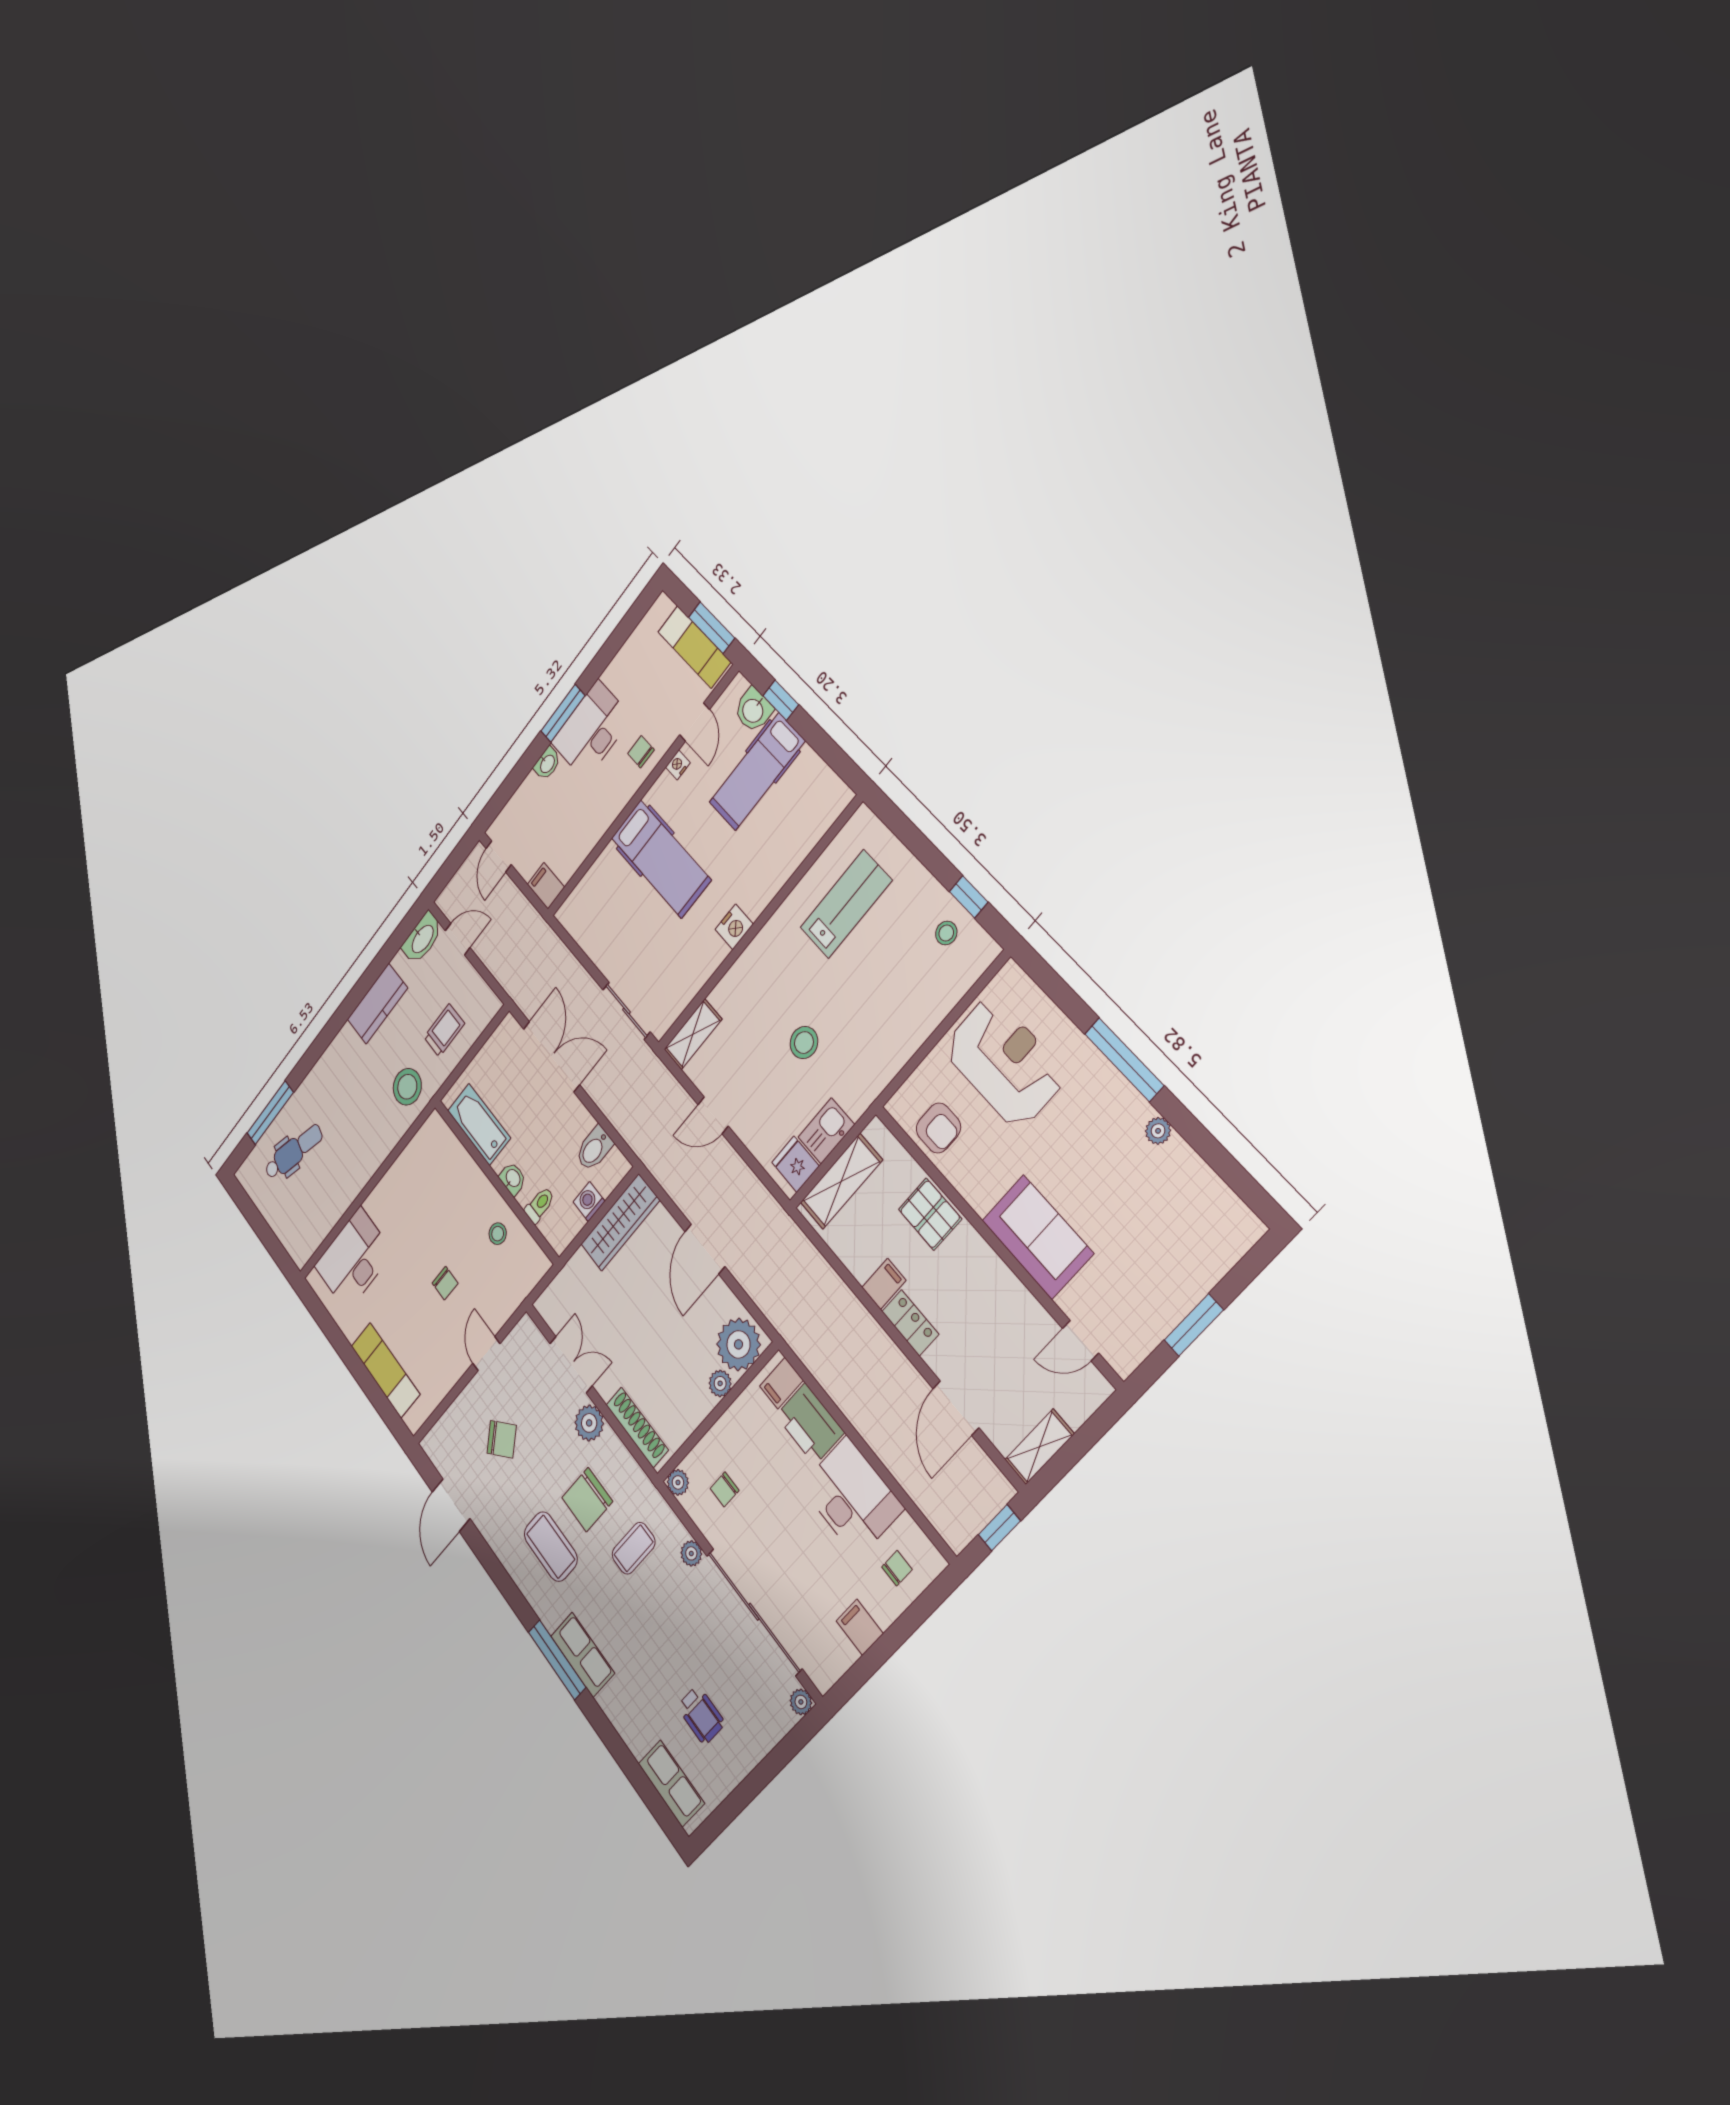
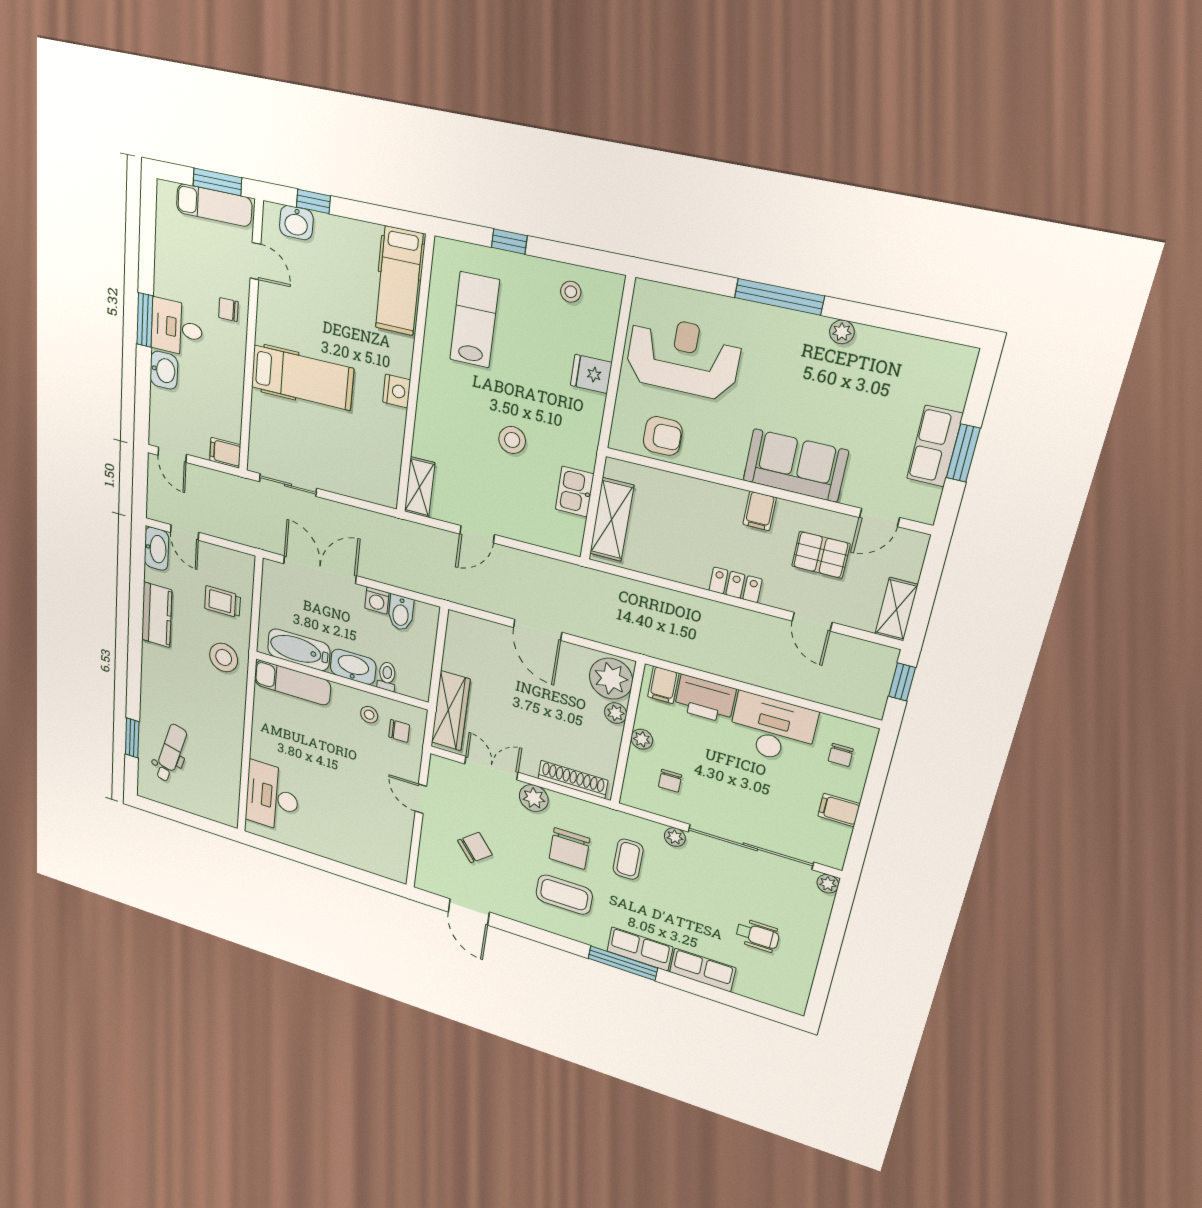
desk: (592, 730) -> (177, 328), width x0.73
washbasin: (547, 764) -> (164, 370), width x1.38, depth x1.45
nightstand: (678, 765) -> (265, 301), removed
hospital bed: (757, 772) -> (399, 281), moved
window: (969, 897) -> (509, 242), moved
door: (458, 939) -> (185, 532), swing flipped
sliding door: (626, 1011) -> (288, 485), moved
trolley: (444, 1030) -> (223, 602), turned -90
window: (270, 1113) -> (132, 738), width x0.69
fridge: (795, 1164) -> (591, 374), moved
washbasin: (513, 1179) -> (353, 667), width x1.91, depth x1.45
washing machine: (589, 1202) -> (377, 600), moved, turned -90
pallet: (930, 1214) -> (821, 555), moved
wardrobe: (620, 1222) -> (451, 711), moved
chair: (445, 1283) -> (399, 731), moved
filing cabinet: (884, 1284) -> (760, 511), moved, turned 180
row of seats: (1172, 1301) -> (935, 446), added
exam couch: (385, 1370) -> (292, 683), moved, turned 180
door: (956, 1408) -> (812, 622), width x0.73
plant: (678, 1482) -> (642, 739), moved
chair: (897, 1568) -> (841, 755), turned 180
row of seats: (671, 1784) -> (703, 970), moved

